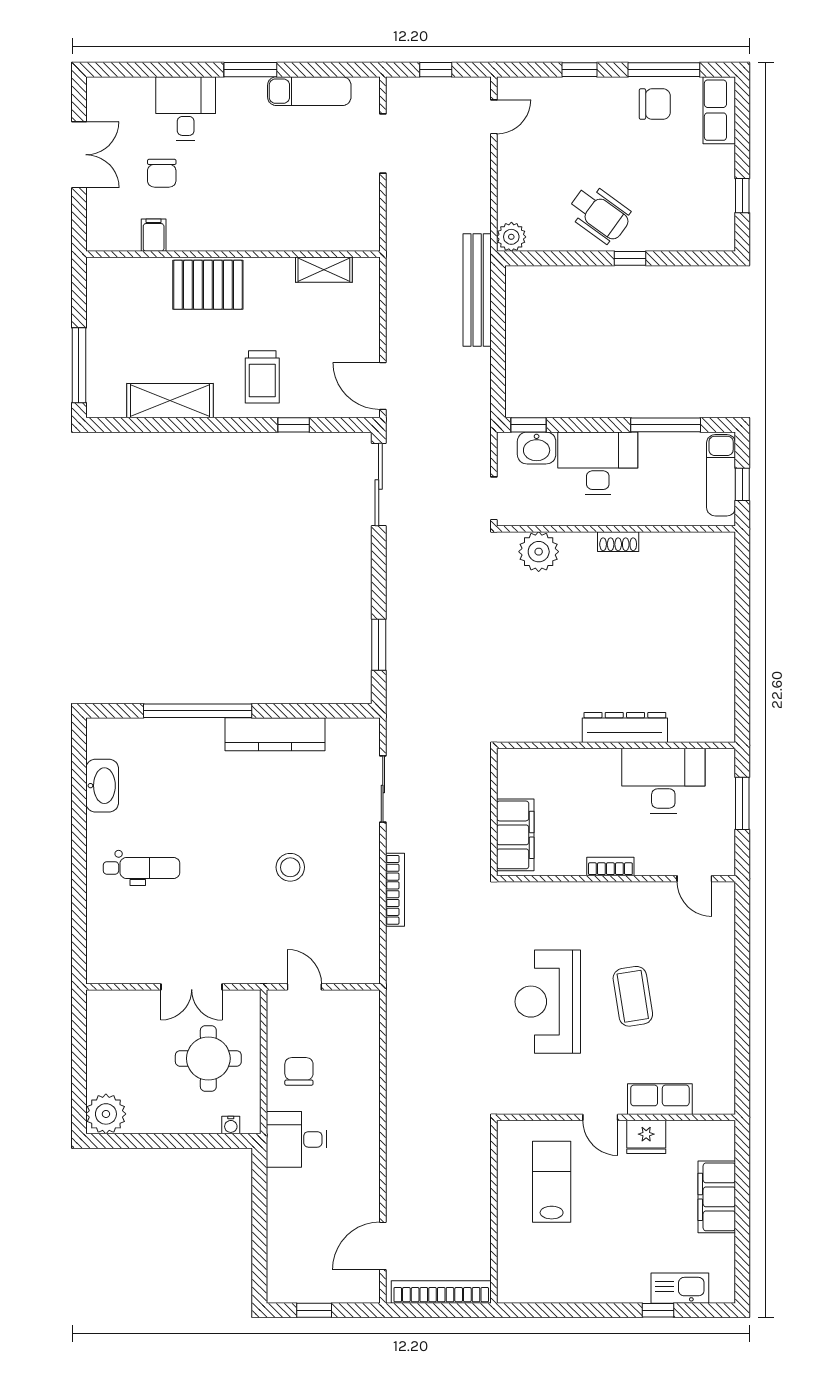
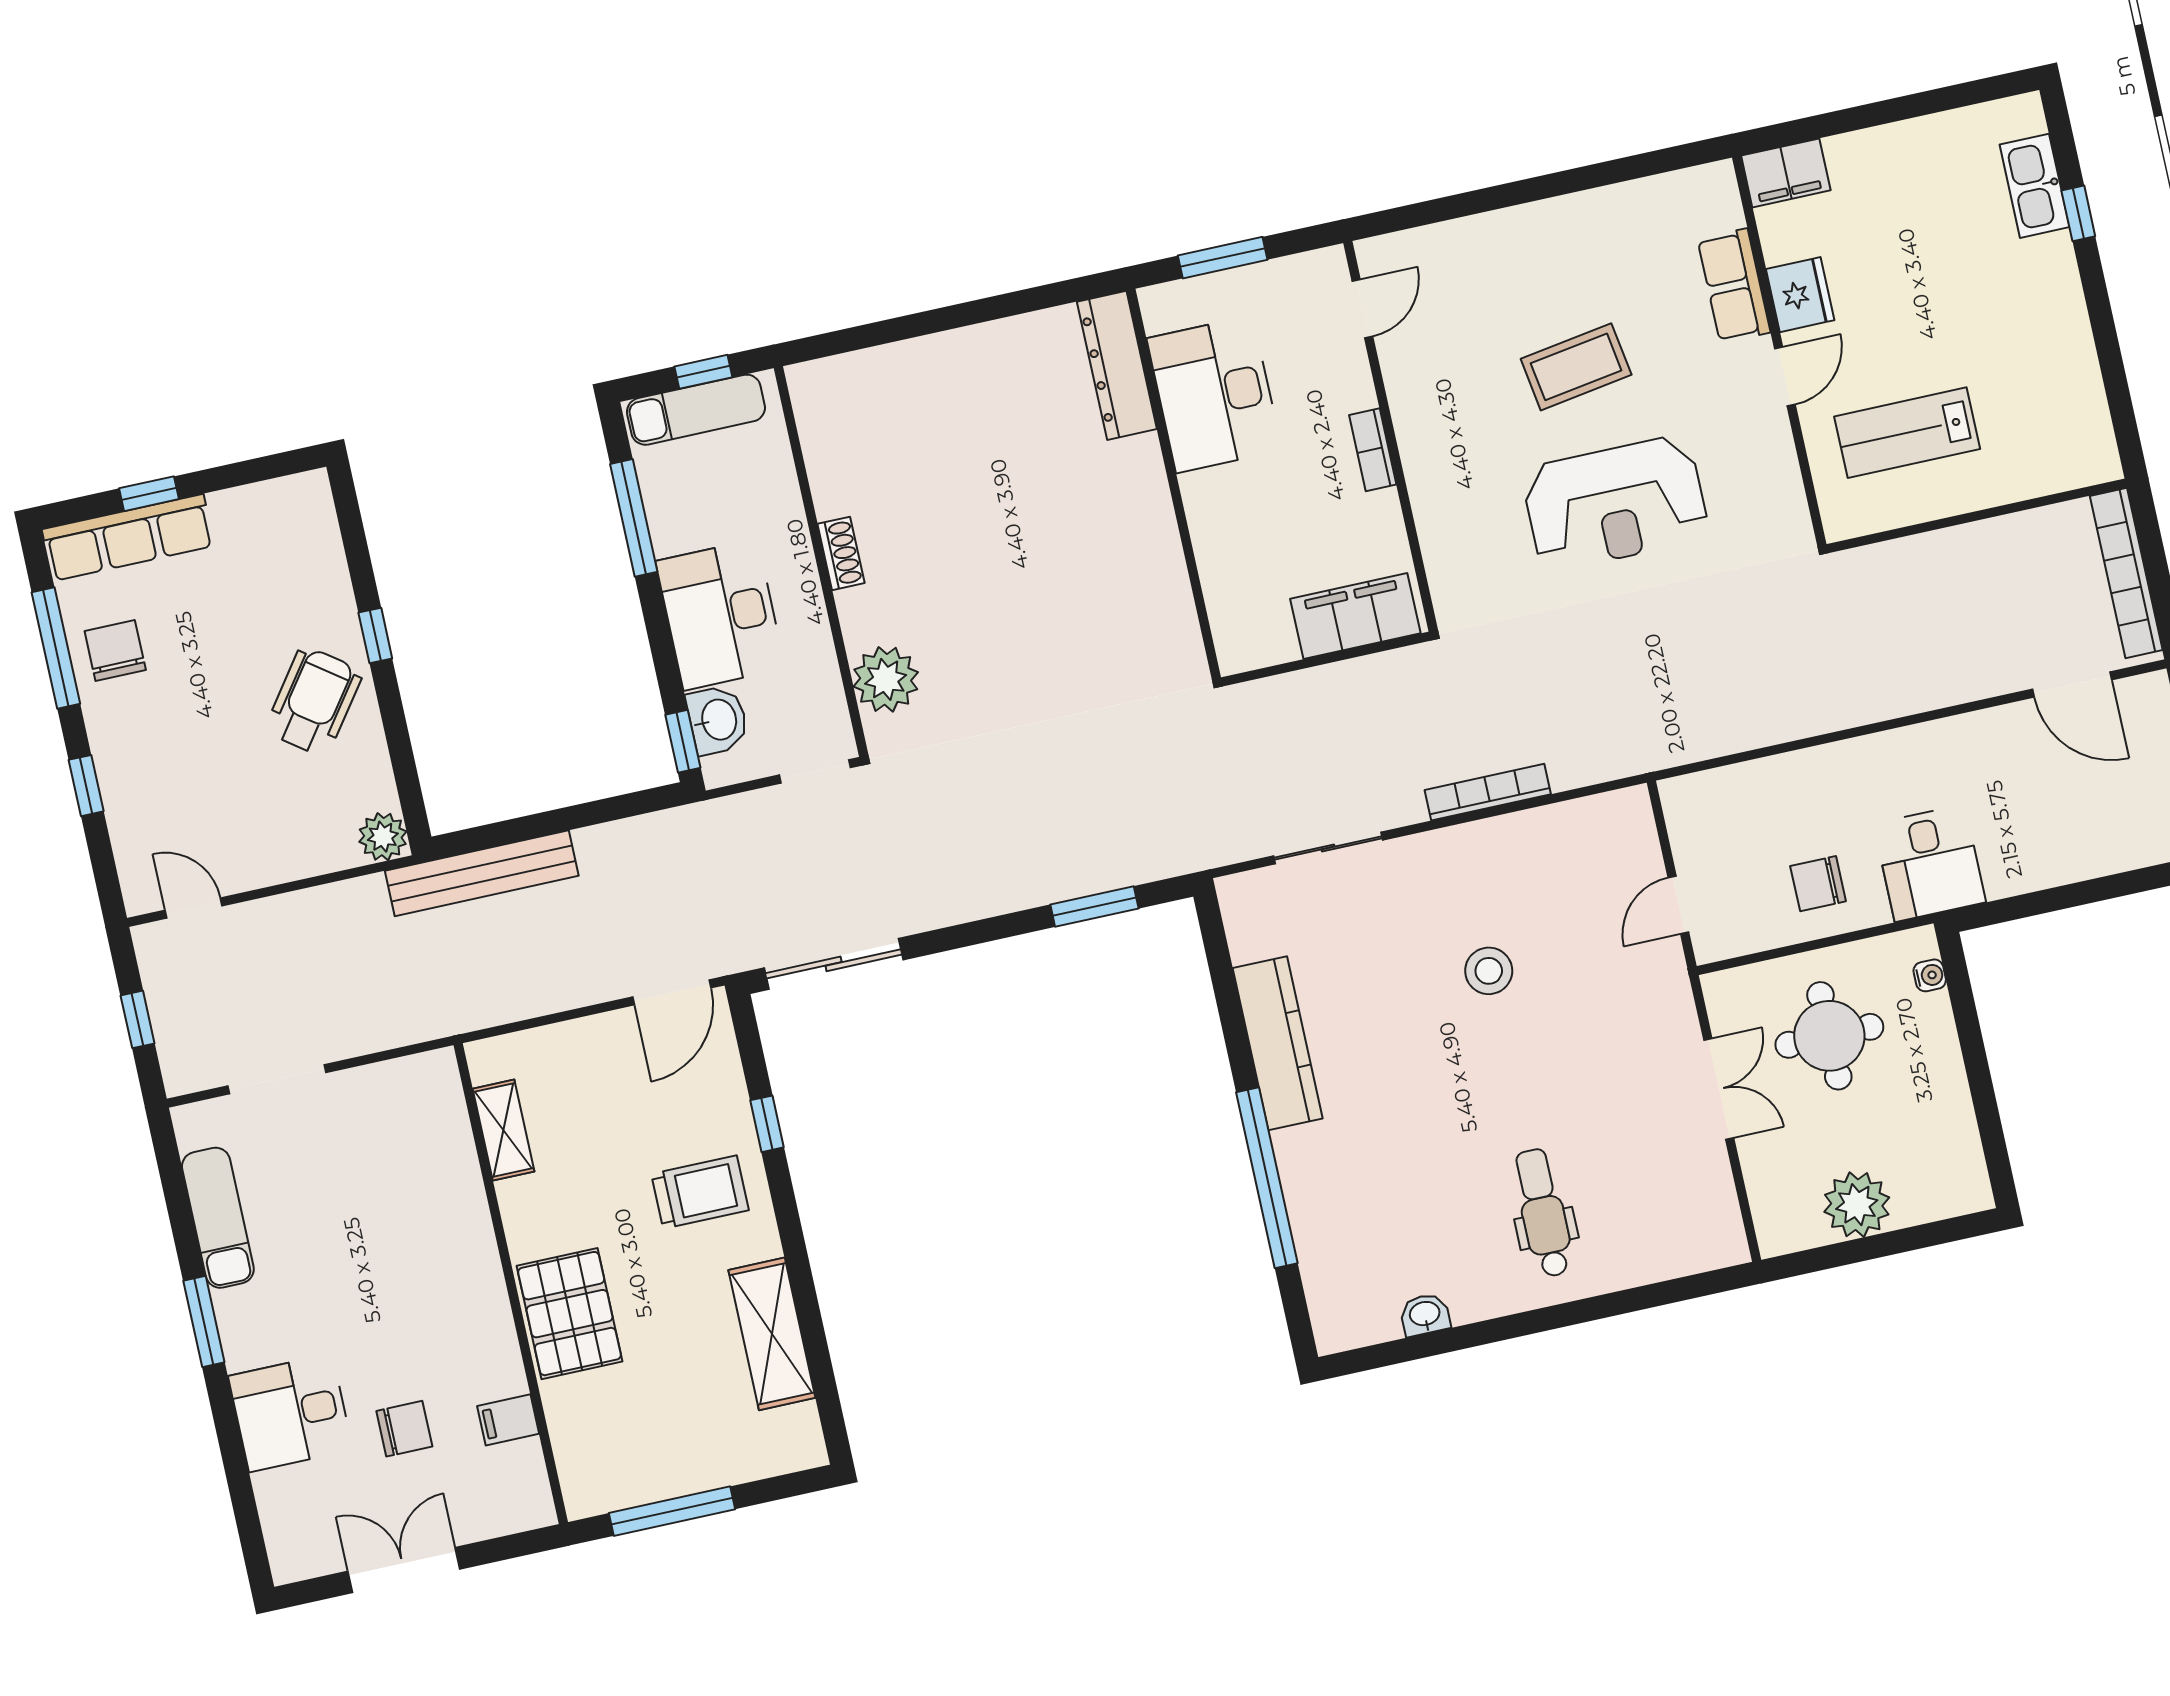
row of seats: (719, 110) -> (128, 538), width x1.48
window: (742, 196) -> (149, 494), moved
window: (79, 365) -> (672, 1511), moved
dresser: (625, 727) -> (1117, 365), moved
washbasin: (102, 786) -> (1425, 1315), width x0.52, depth x0.69
plant: (106, 1114) -> (1857, 1205), moved
filing cabinet: (717, 1197) -> (1786, 173), moved, width x0.67, depth x0.86

